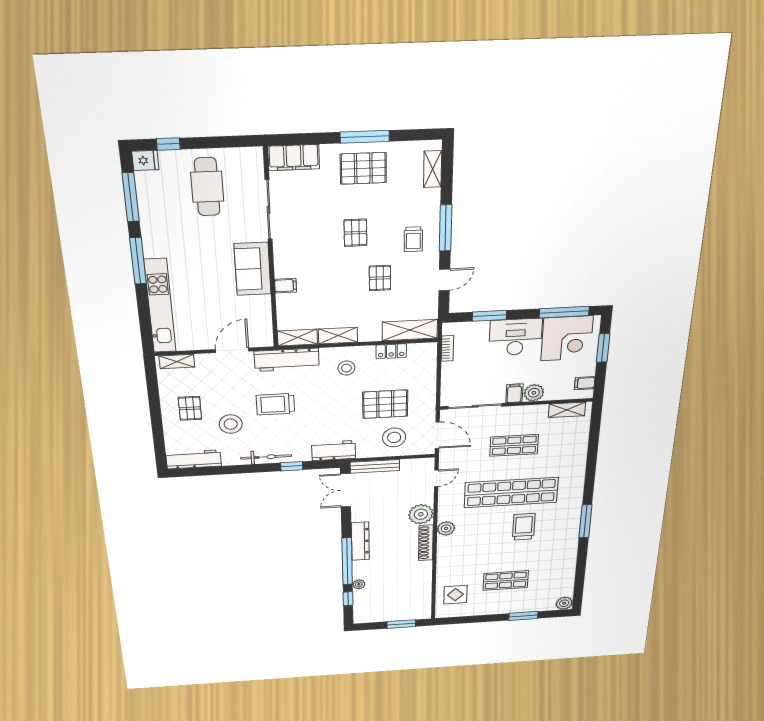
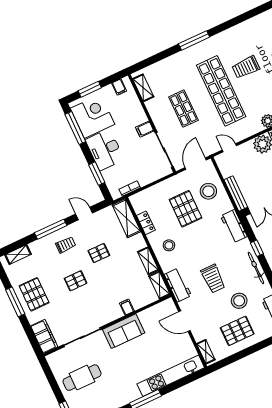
workbench: (287, 360) -> (178, 285), width x0.73
plant: (534, 393) -> (139, 117), removed
pallet: (190, 408) -> (237, 331), width x1.50, depth x1.42
window: (585, 521) -> (194, 40), moved

